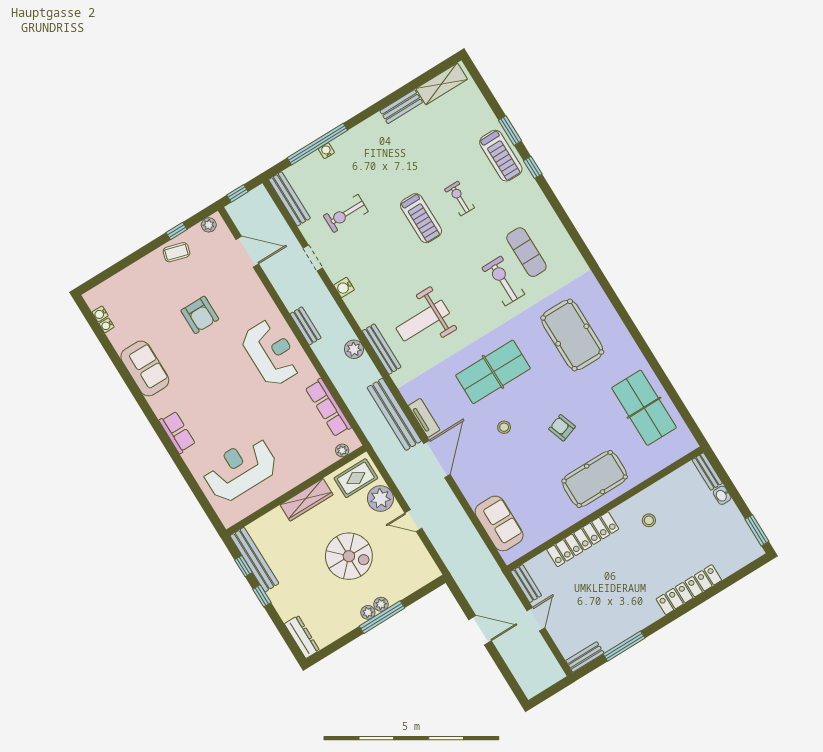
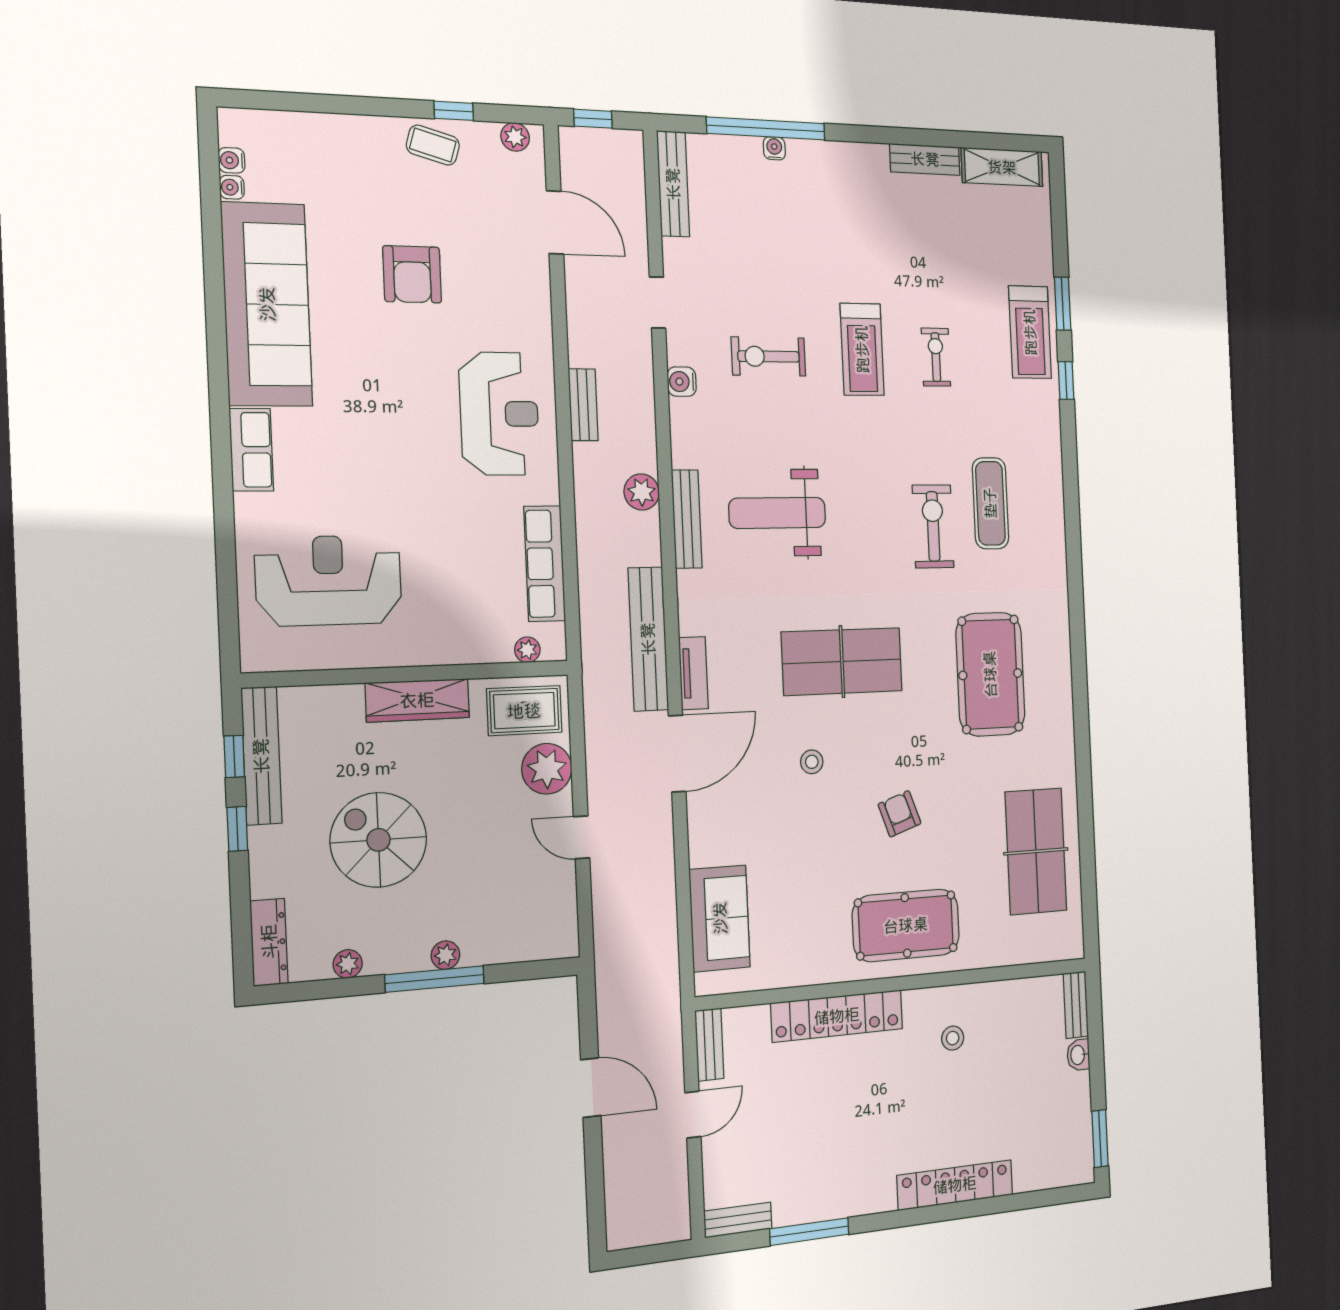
exercise bike: (346, 214) -> (769, 356), moved
sofa: (145, 368) -> (267, 304), width x1.85, depth x1.27
spiral stairs: (349, 556) -> (378, 840), moved, turned 180
plant: (368, 612) -> (348, 964), moved

